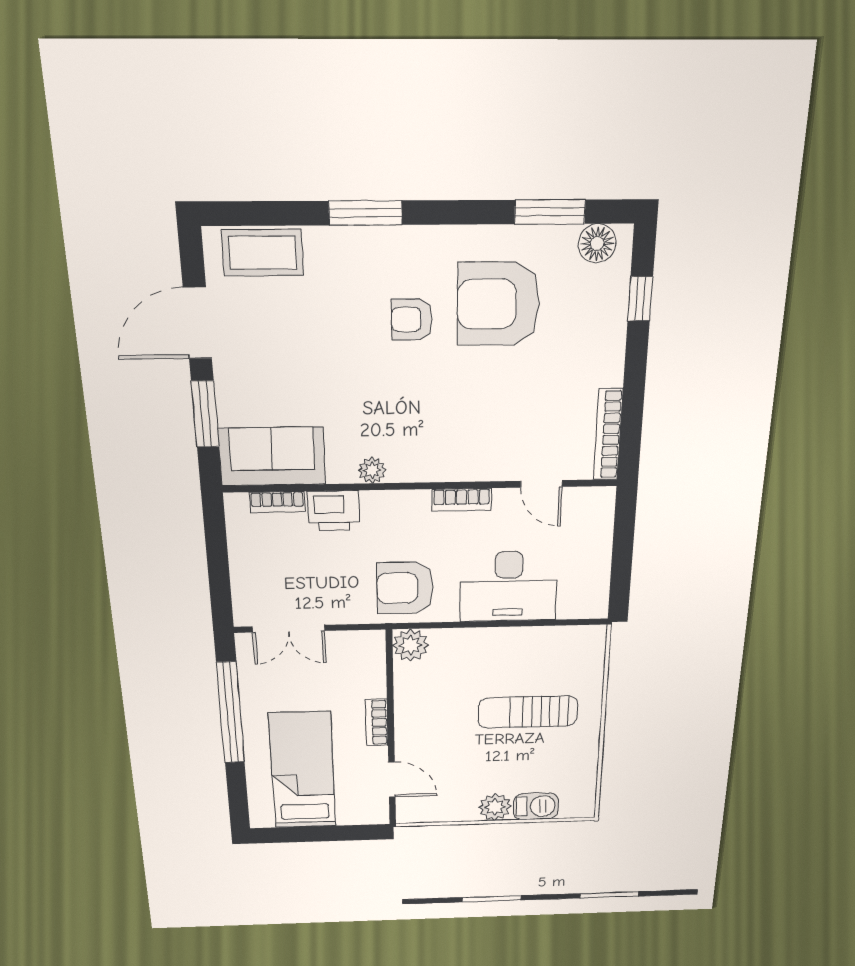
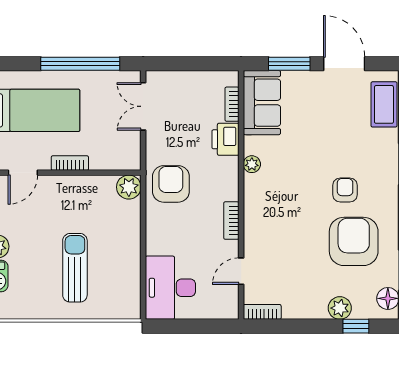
plant: (608, 326) -> (340, 308), added
bookcase: (608, 434) -> (262, 312), width x0.64
desk: (508, 586) -> (170, 288), moved

